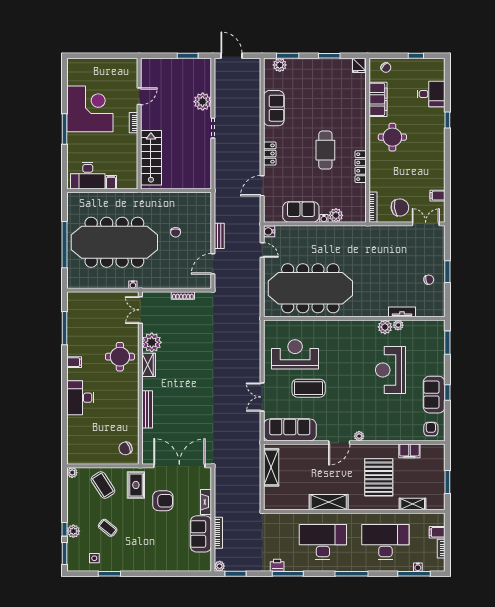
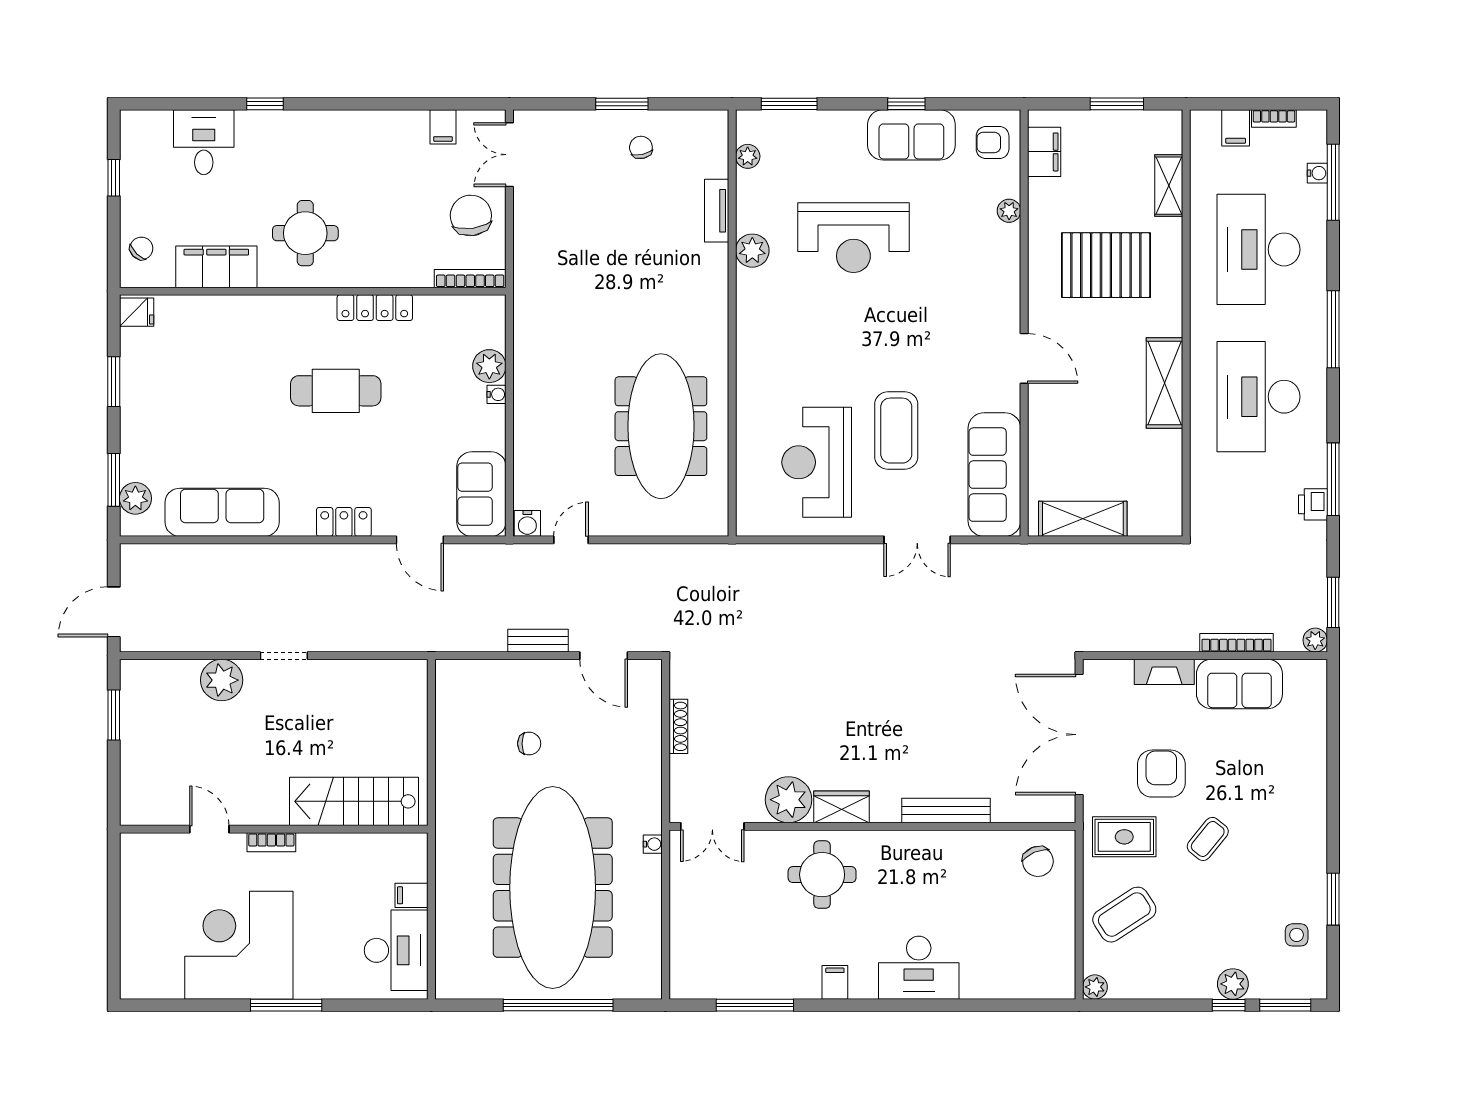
sofa: (274, 108) -> (222, 512), width x1.36
sofa: (301, 212) -> (481, 494), moved
meeting table: (310, 288) -> (661, 426), width x0.73, depth x0.79
plant: (398, 325) -> (748, 156), moved
plant: (359, 436) -> (1009, 211), moved
filing cabinet: (409, 451) -> (1044, 152), moved
coffee table: (108, 528) -> (1208, 839), moved

